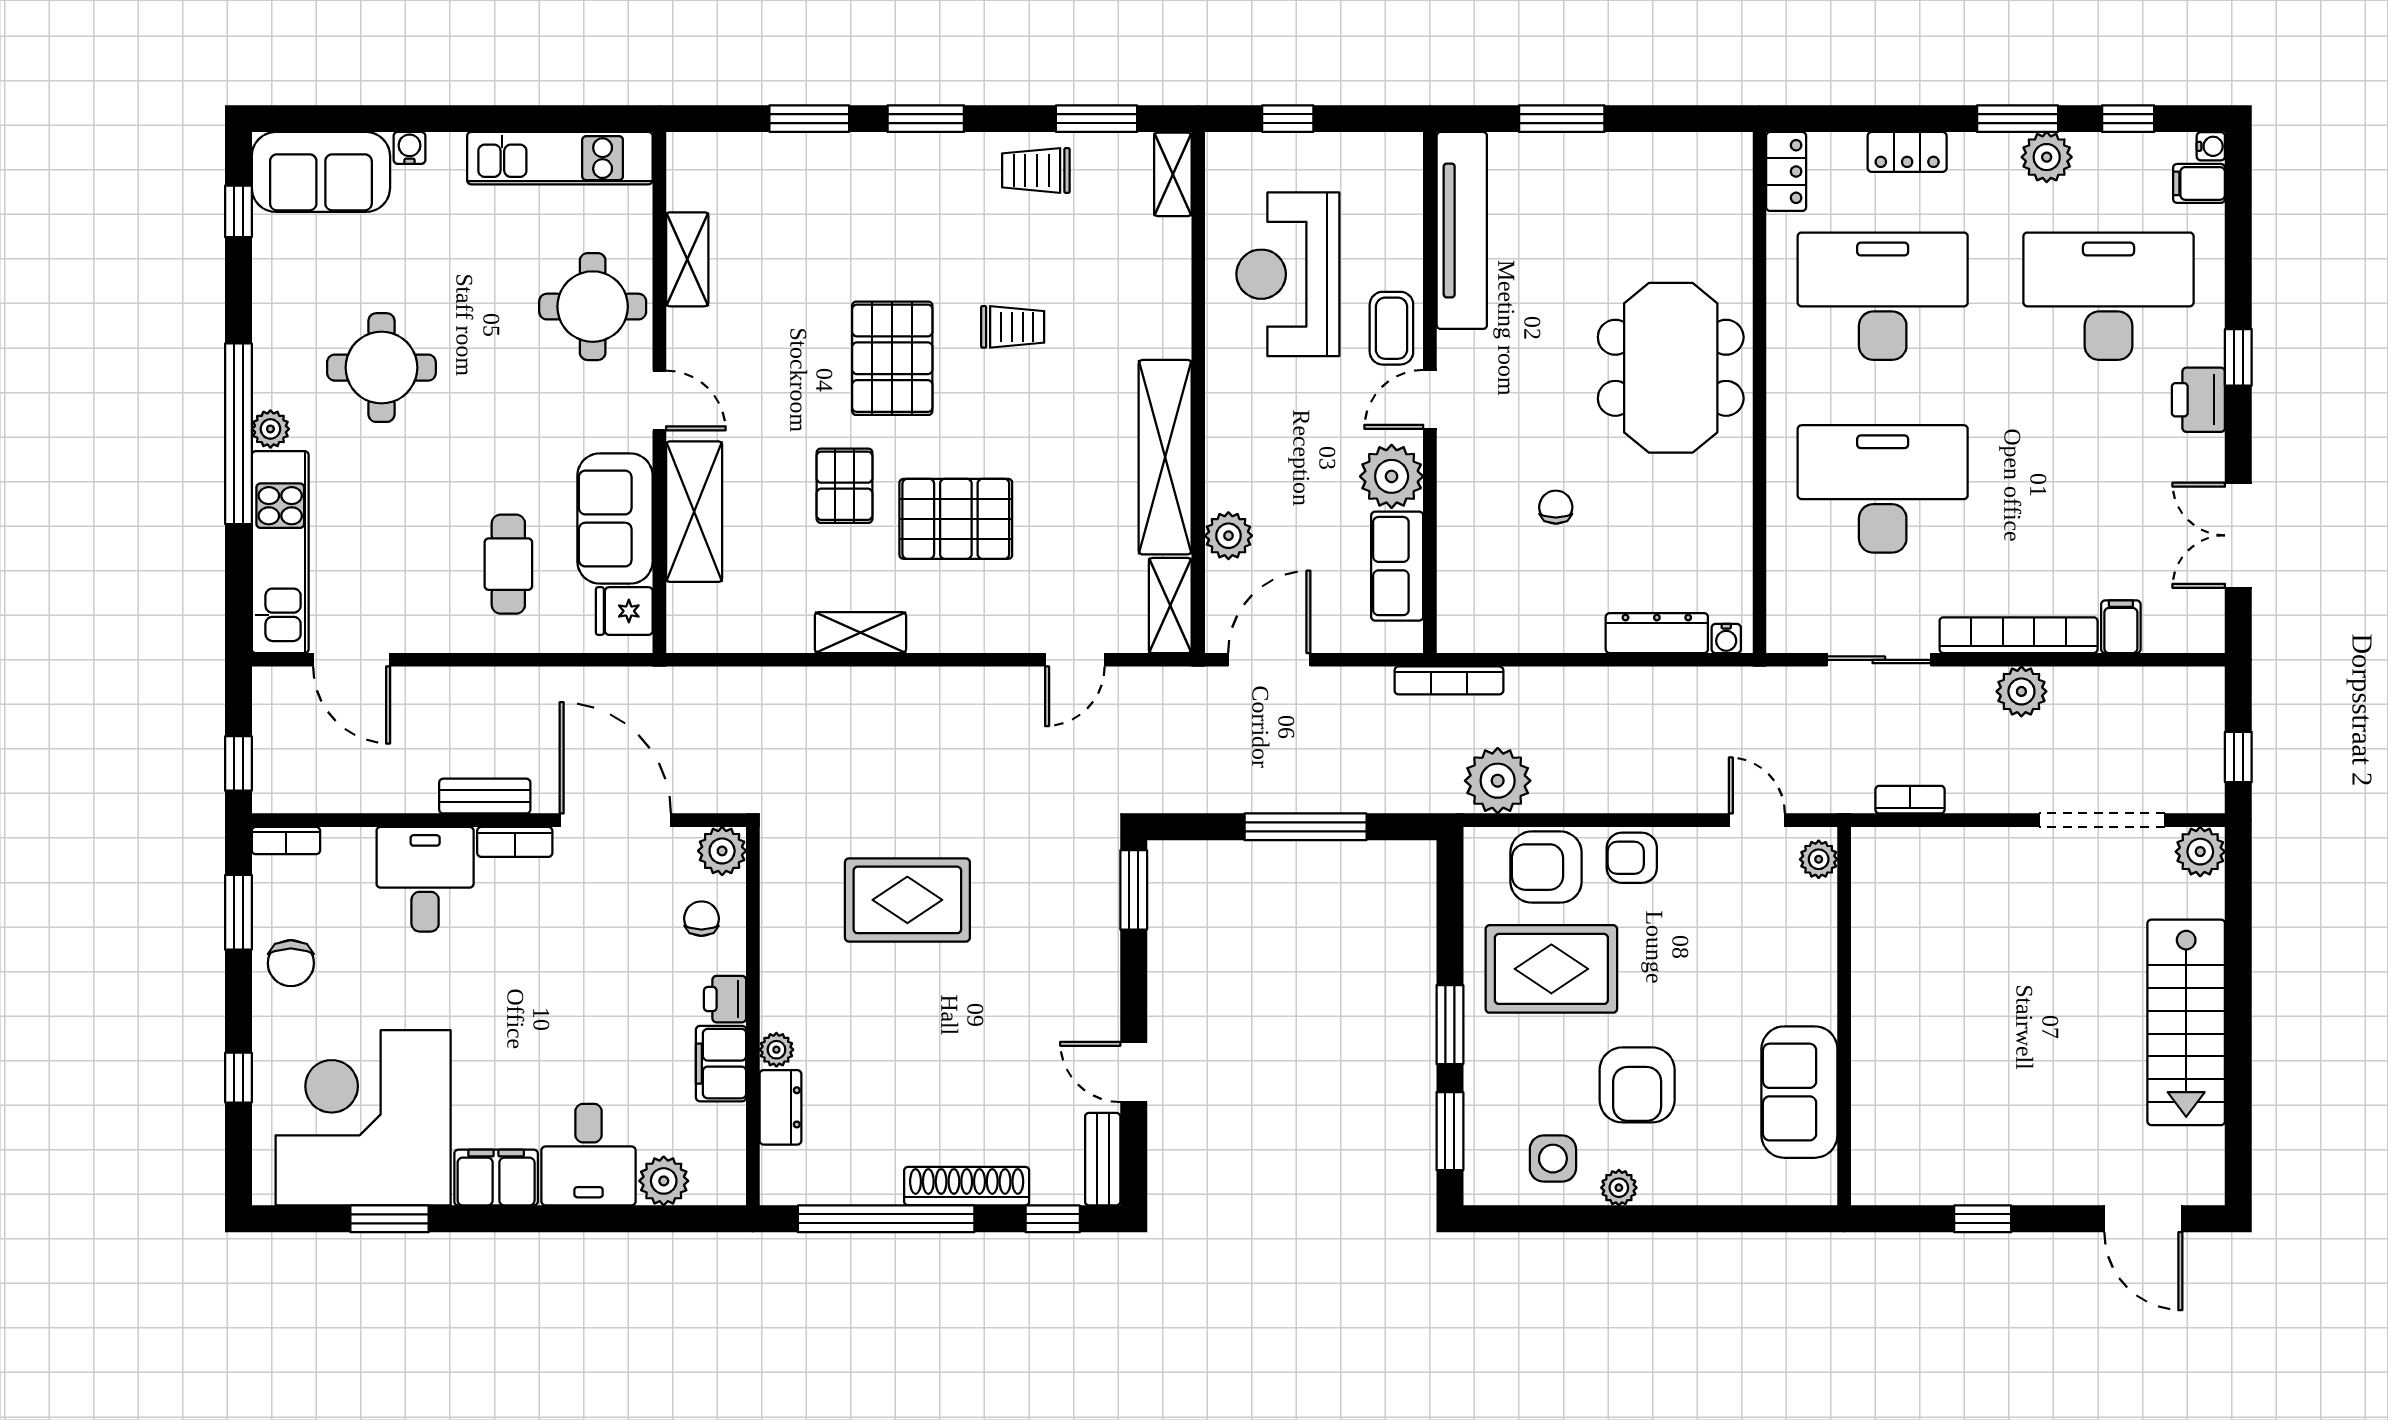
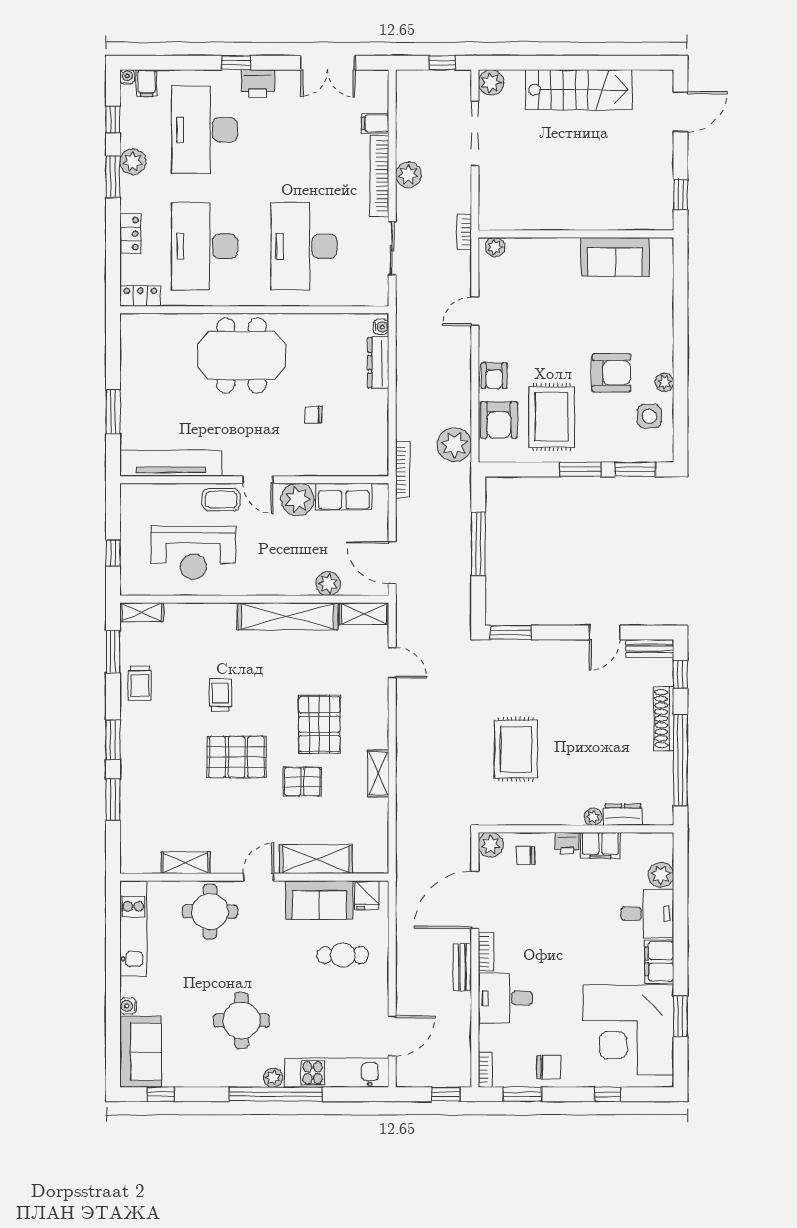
plant: (1819, 859) -> (495, 247), moved
wall: (1844, 1016) -> (576, 234), moved
sofa: (1799, 1092) -> (615, 257), moved

